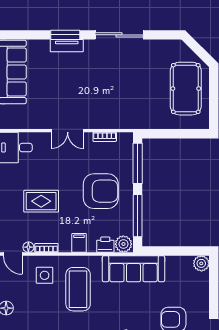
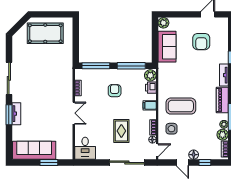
armchair: (101, 191) -> (115, 91), width x0.53, depth x0.53
sofa: (133, 269) -> (167, 47), moved, width x0.73

